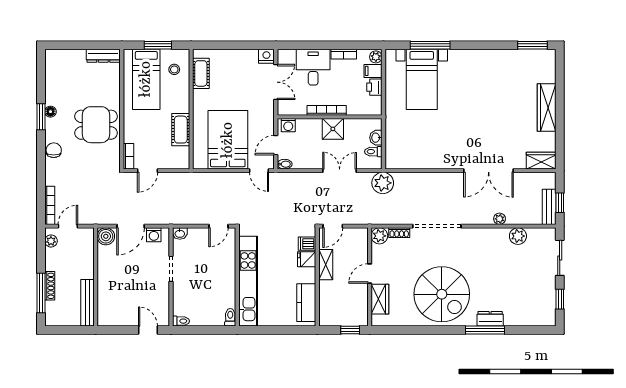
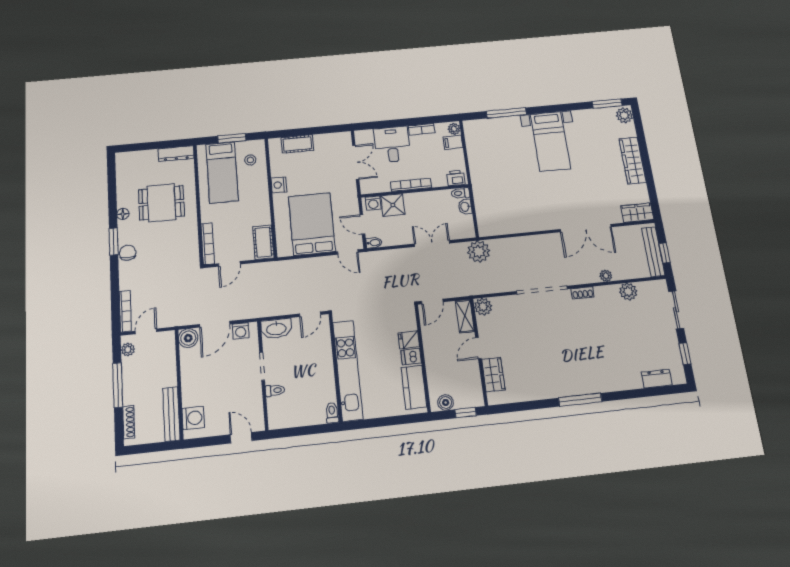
nightstand: (266, 56) -> (279, 185), moved, turned -90
plant: (548, 59) -> (624, 115), added
cot: (201, 73) -> (297, 144), moved, turned 90
bed with nightstands: (422, 79) -> (550, 141), moved
printer: (374, 87) -> (456, 178), moved, turned 90
window: (41, 117) -> (114, 242), moved
dining table: (96, 125) -> (161, 203), moved
shower: (333, 129) -> (393, 205), moved
cot: (181, 130) -> (263, 242), moved
door: (276, 145) -> (362, 224), hinge flipped
toilet: (373, 152) -> (460, 193), moved
bookcase: (128, 156) -> (208, 244), width x1.56
bench: (549, 207) -> (653, 252), width x1.36
washbasin: (180, 233) -> (276, 329), width x1.91, depth x1.45
shoe rack: (399, 233) -> (583, 293), moved
dishwasher: (307, 244) -> (411, 357), moved
shelving: (326, 265) -> (465, 316), moved
shoe rack: (50, 286) -> (129, 422), moved
window: (41, 293) -> (118, 385), moved
spiral stairs: (442, 294) -> (559, 362), removed
washing machine: (107, 308) -> (193, 418), added
boiler: (333, 319) -> (446, 402), added
dresser: (490, 319) -> (657, 379), moved
toilet: (181, 321) -> (275, 390), moved
window: (485, 330) -> (580, 400), moved

